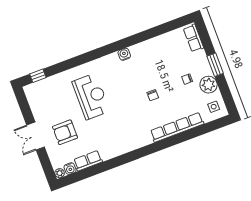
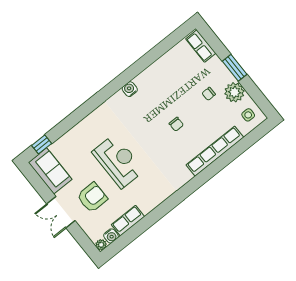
reception desk: (91, 96) -> (118, 161), moved
sofa: (38, 100) -> (50, 171), added
armchair: (65, 132) -> (92, 197), turned 180

